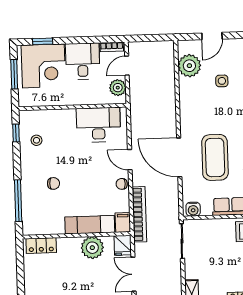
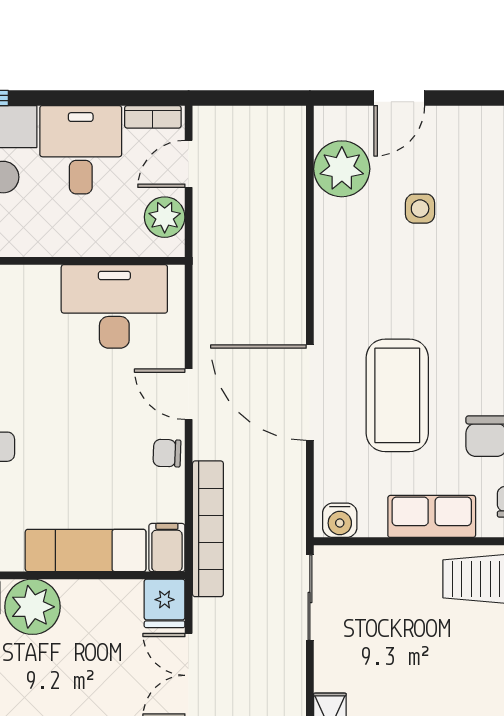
plant: (92, 248) -> (32, 607), moved

